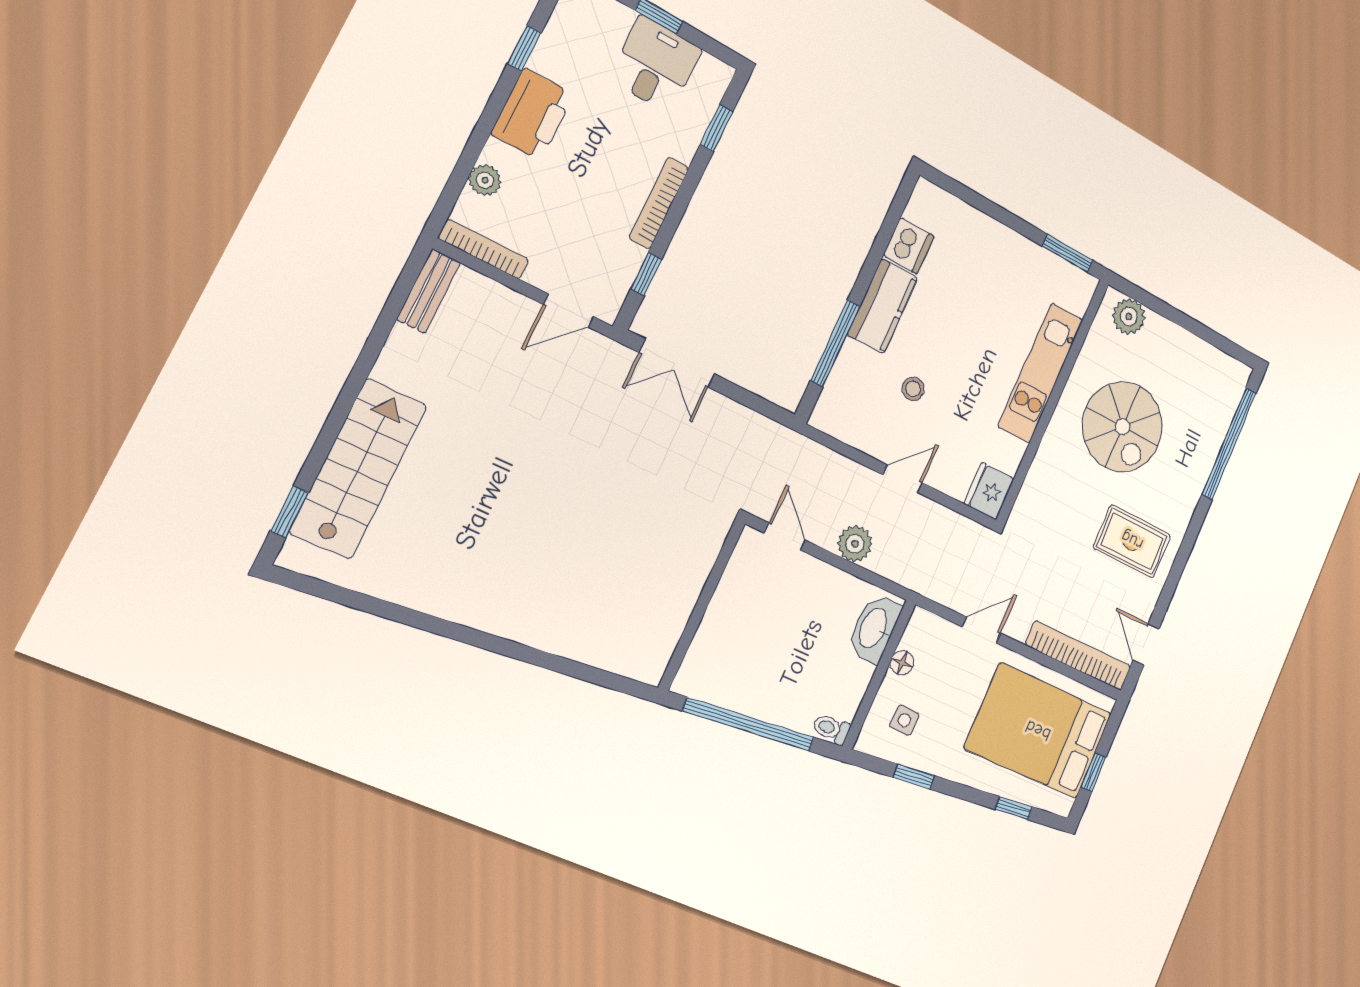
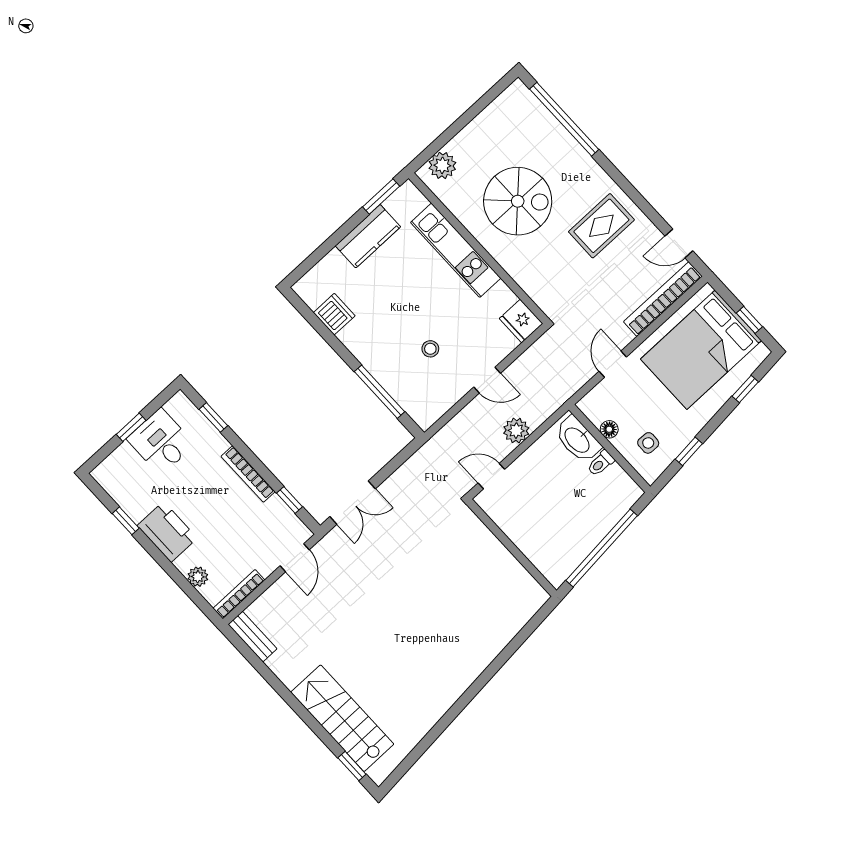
kitchen counter: (882, 306) -> (368, 236), moved, turned 90
door: (903, 479) -> (487, 380), swing flipped
toilet: (831, 729) -> (601, 463), moved

